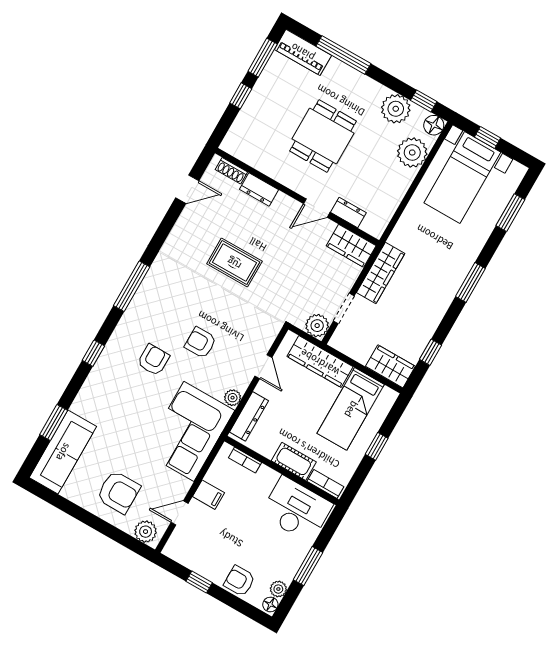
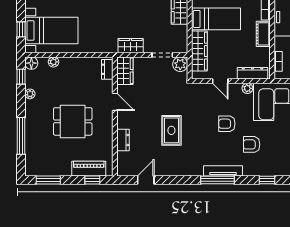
piano: (303, 52) -> (89, 169), moved, turned -90
window: (241, 96) -> (92, 180), moved
plant: (396, 109) -> (30, 94), width x0.53, depth x0.53
plant: (412, 152) -> (53, 62), width x0.53, depth x0.53
shoe rack: (231, 171) -> (121, 161), removed
door: (187, 189) -> (146, 180), hinge flipped
dresser: (348, 212) -> (107, 69), moved
wardrobe: (381, 273) -> (131, 46), width x0.67
tv unit: (140, 301) -> (223, 171), added
armchair: (201, 343) -> (227, 124), turned 90
door: (263, 367) -> (220, 81), swing flipped

